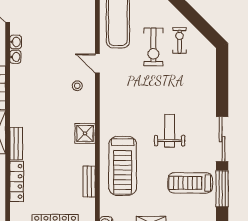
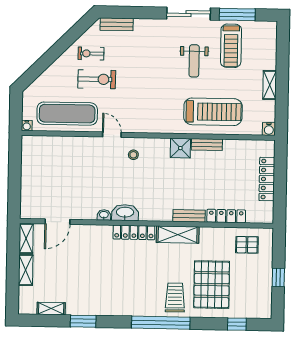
washbasin: (16, 42) -> (125, 213), moved, width x1.91, depth x1.45
door: (97, 63) -> (112, 135), swing flipped
bench: (210, 66) -> (117, 24), added
weight bench: (170, 131) -> (194, 61), moved, turned -90
bench: (89, 182) -> (207, 145), moved

